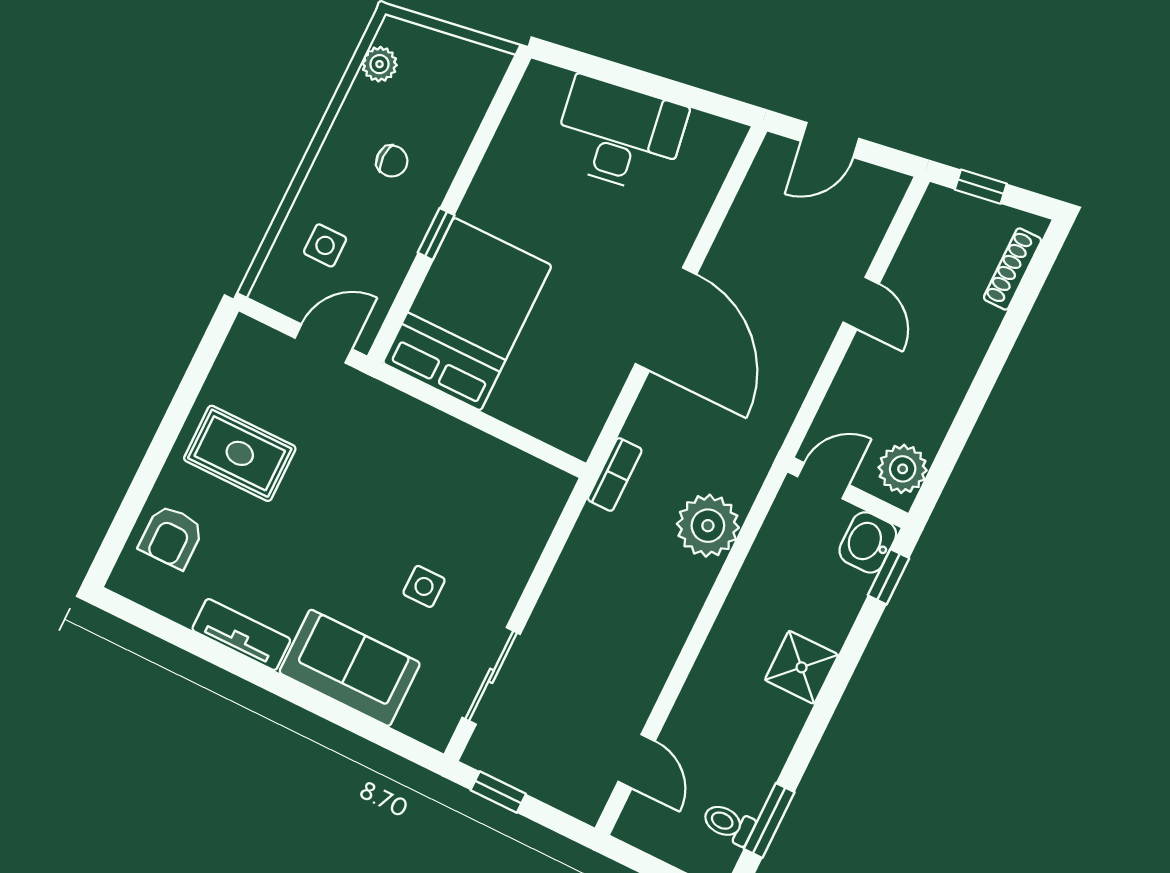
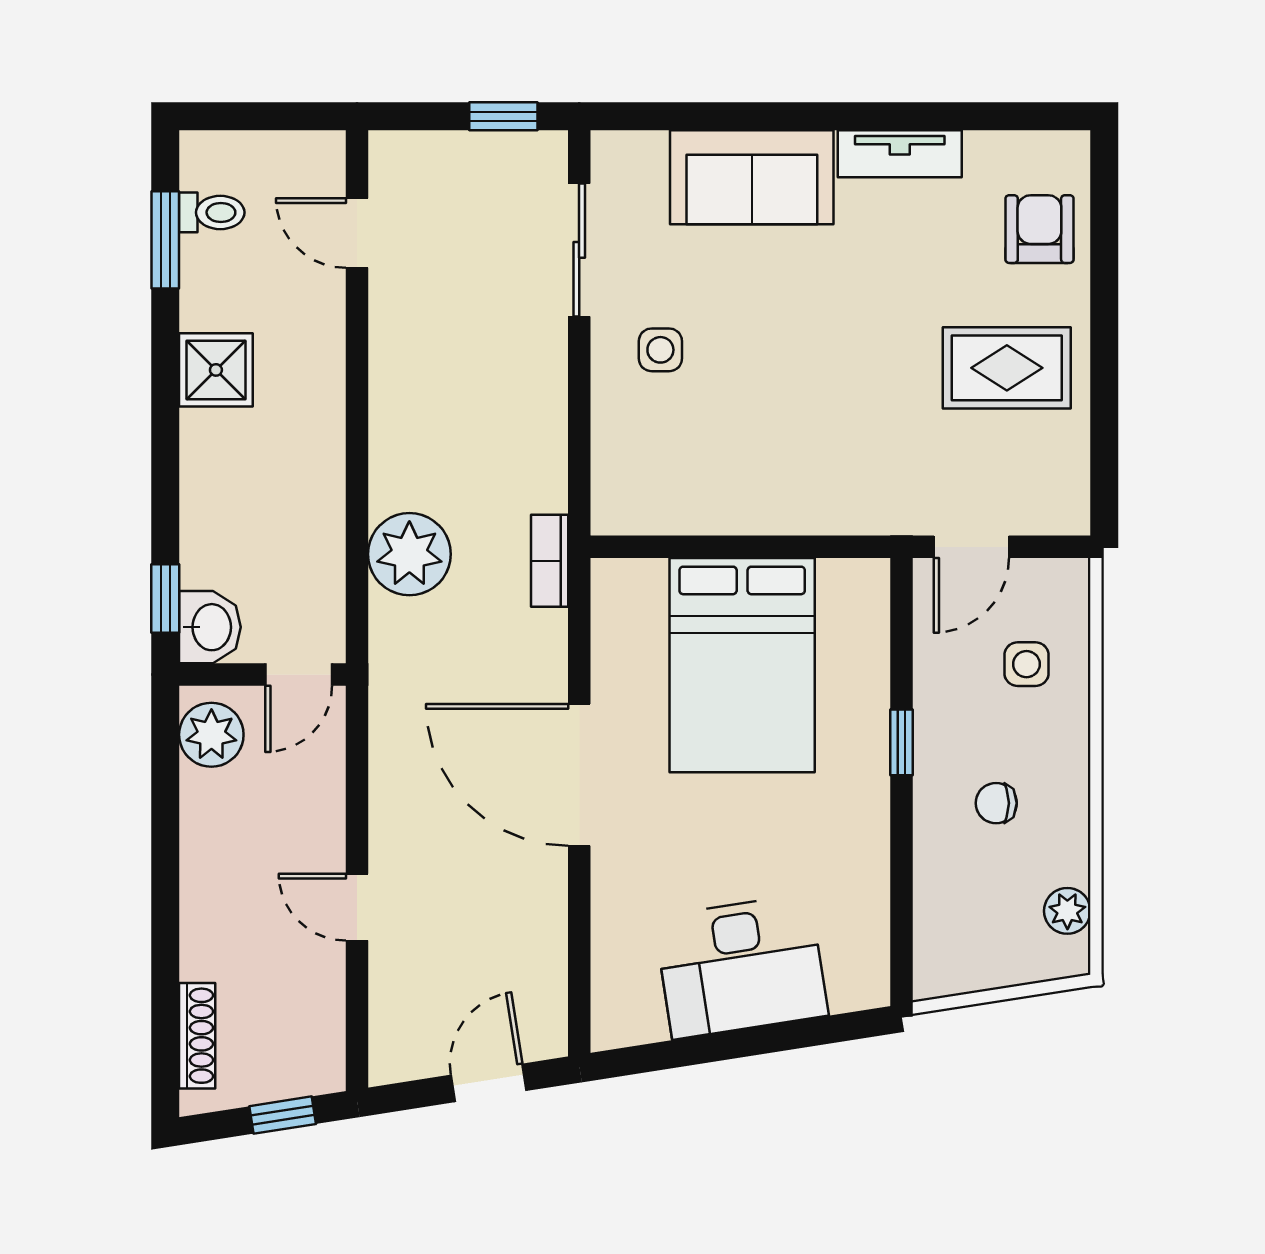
bed: (467, 314) -> (742, 665), moved
side table: (424, 586) -> (660, 350), moved
shower: (802, 667) -> (216, 370), moved

